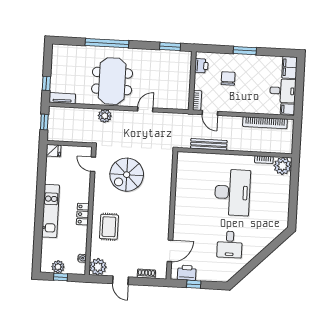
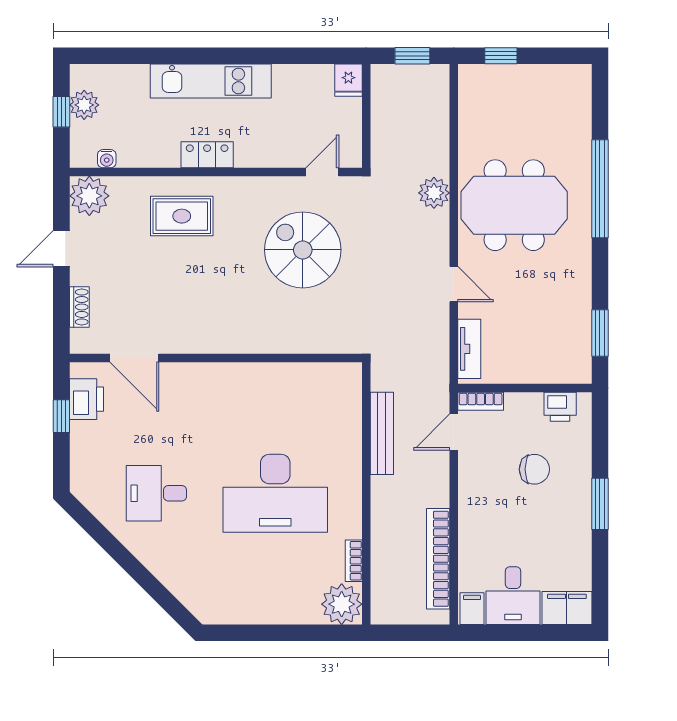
tv unit: (62, 98) -> (469, 349), moved

